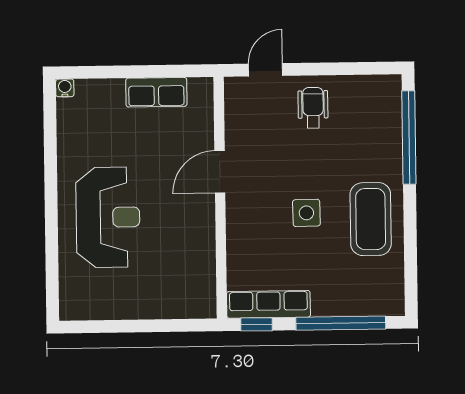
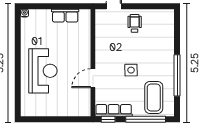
window: (409, 138) -> (177, 75), moved
door: (220, 172) -> (93, 78), moved
coffee table: (371, 219) -> (154, 97), moved

